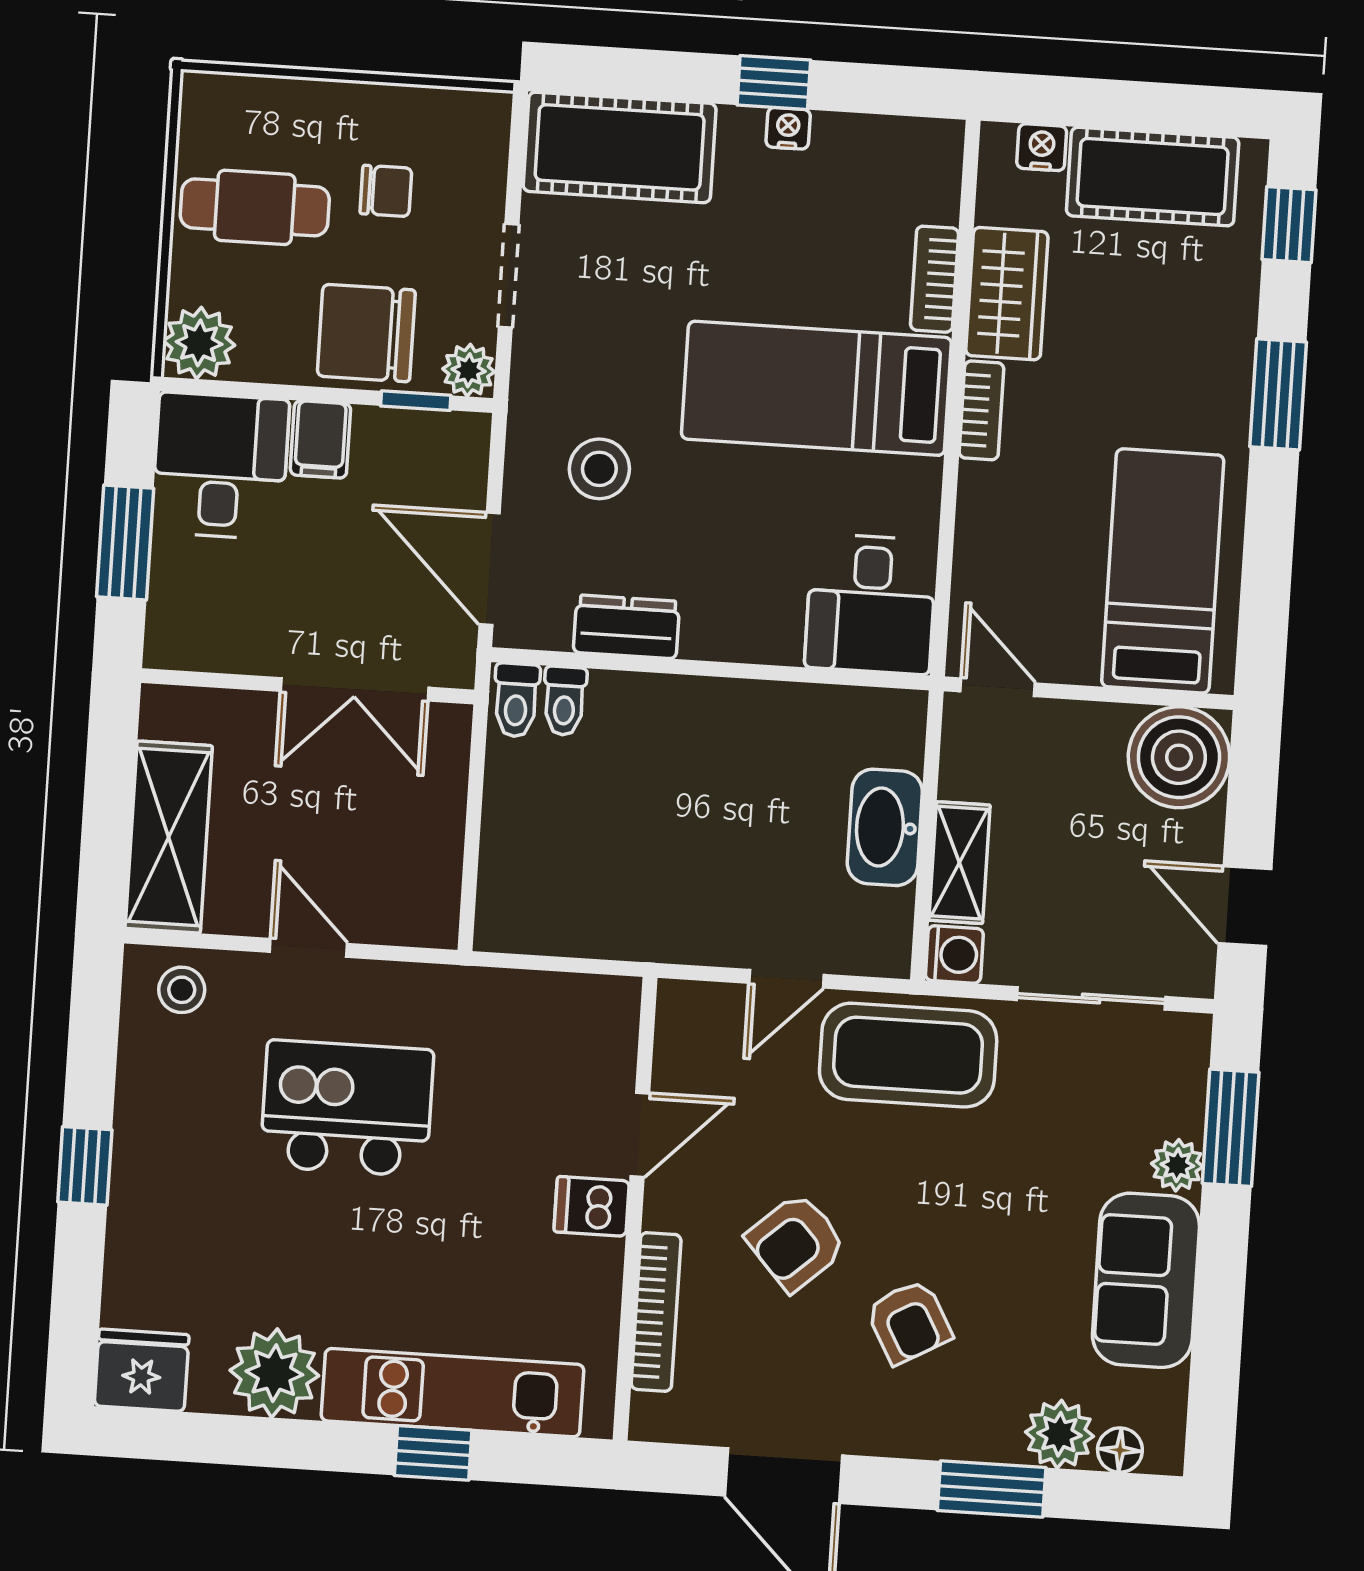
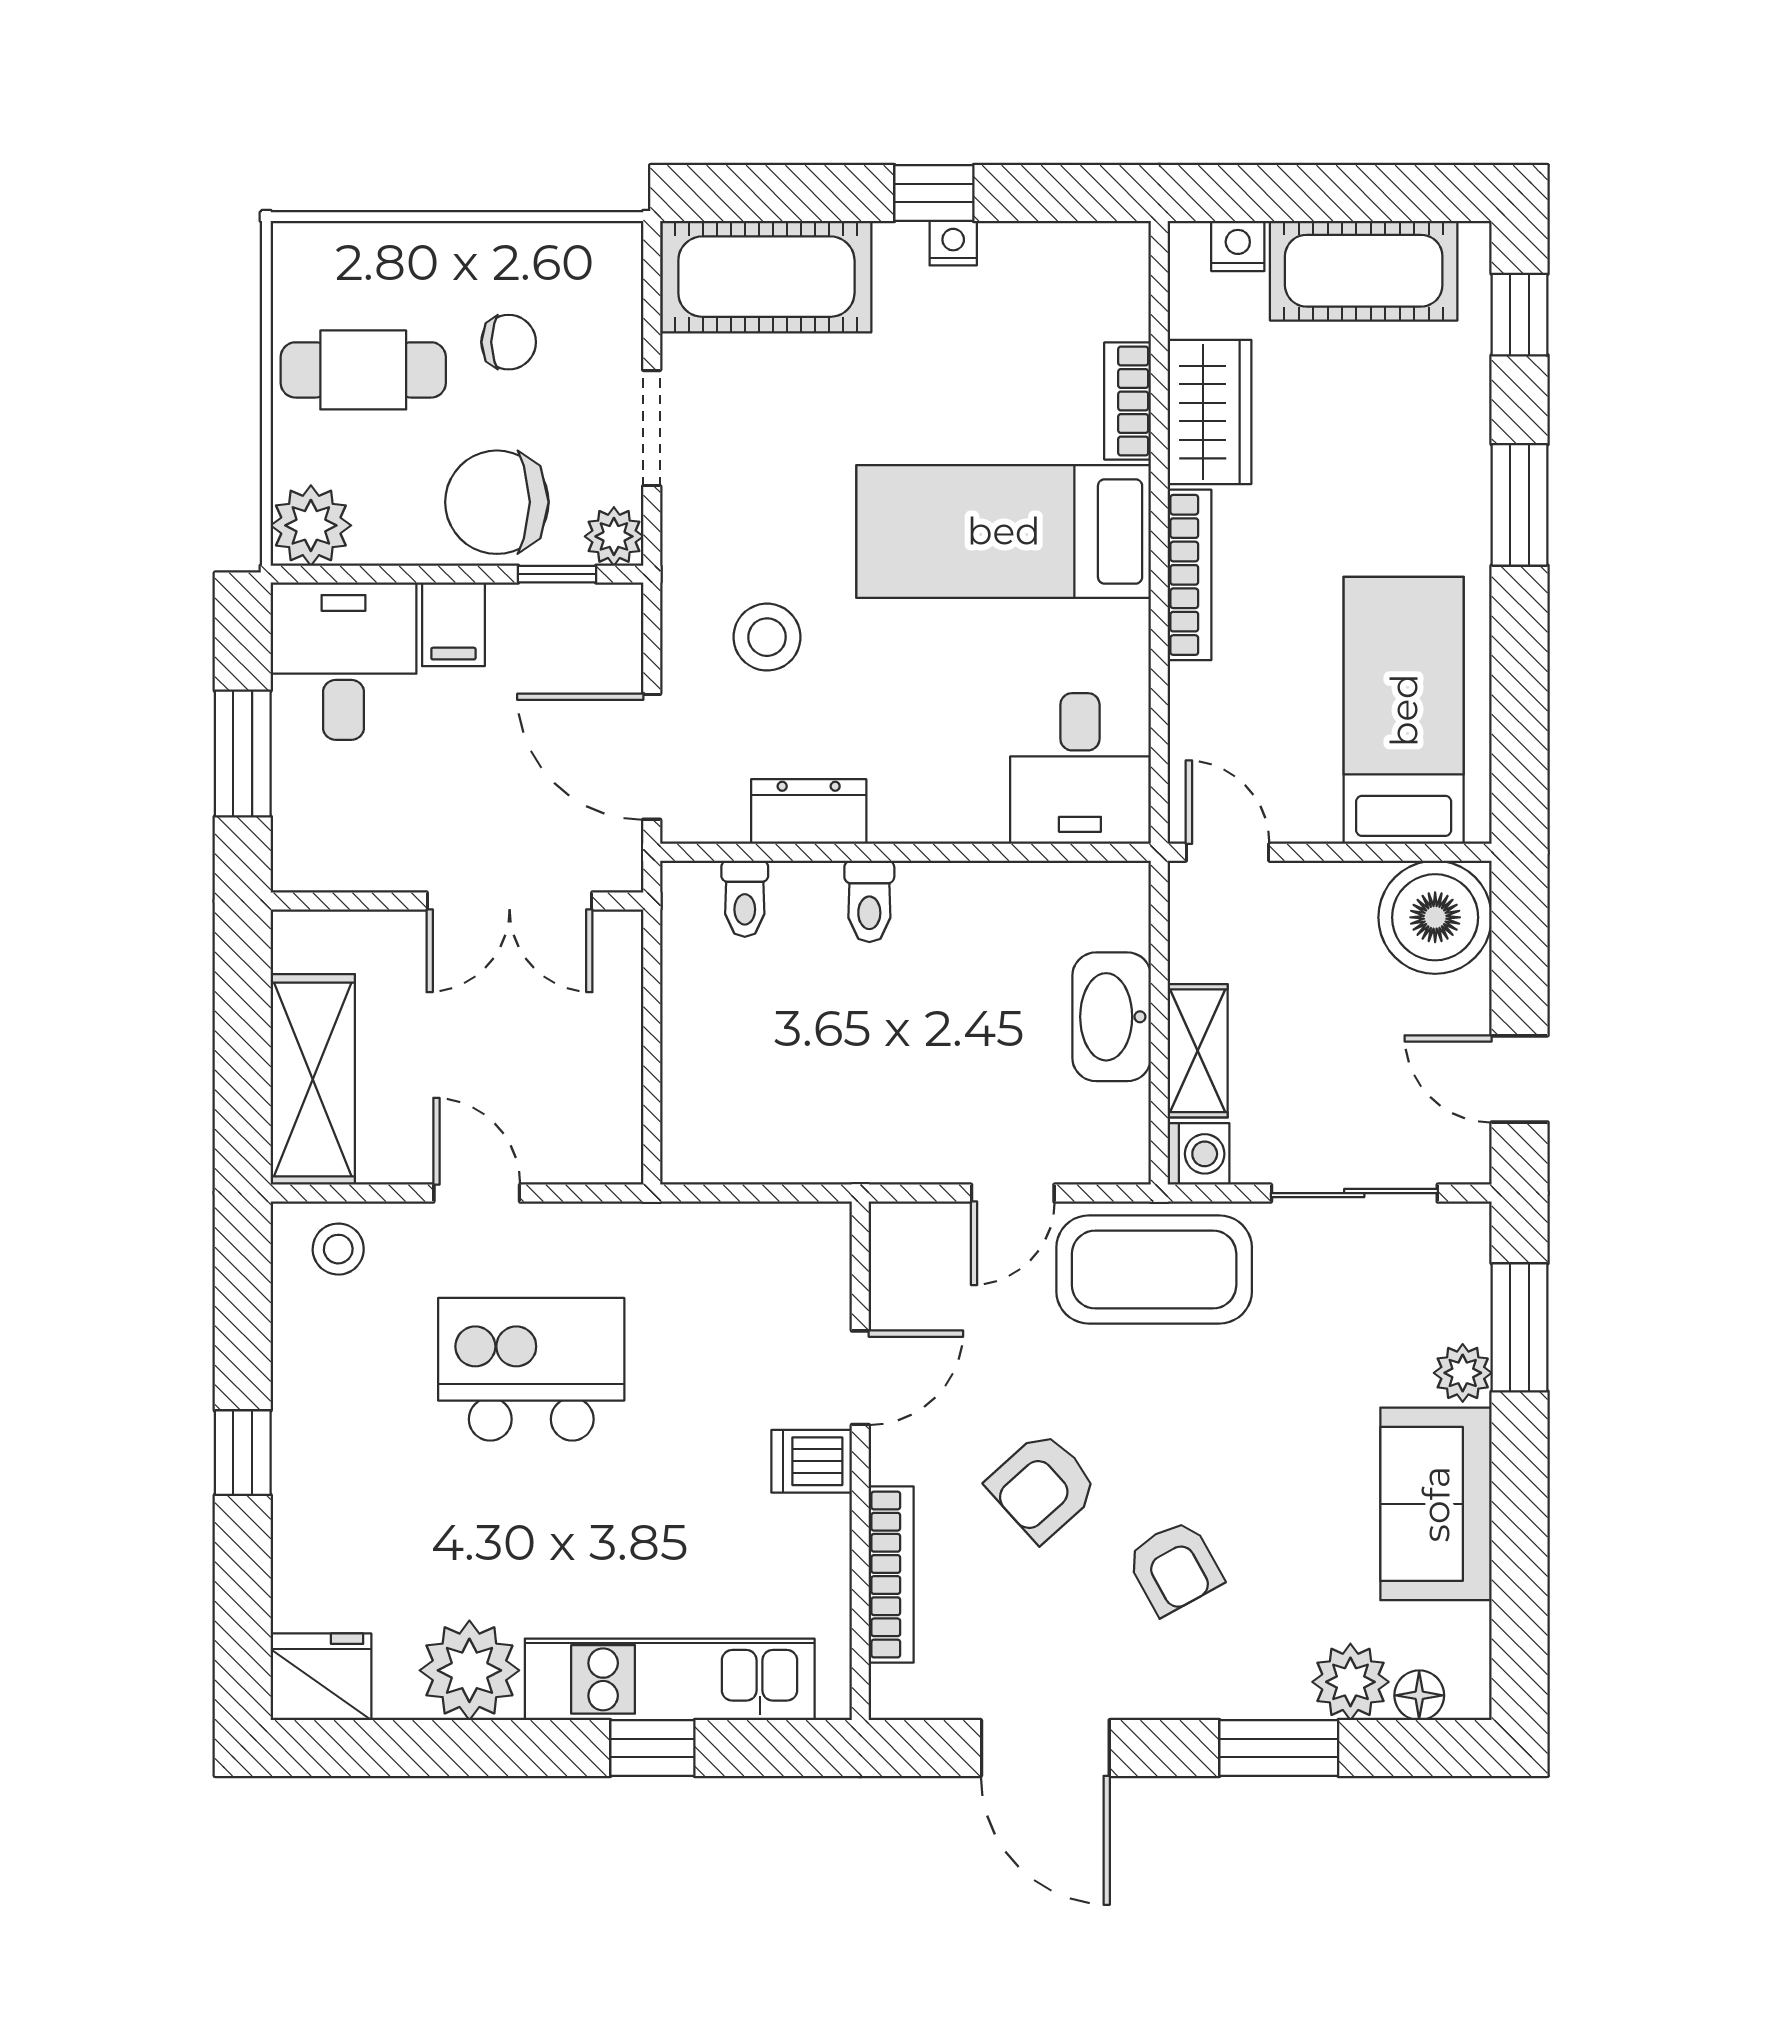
bookcase: (981, 410) -> (1189, 575), width x1.56
toilet: (516, 700) -> (869, 901), moved

